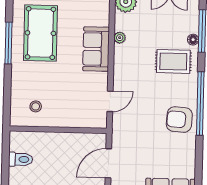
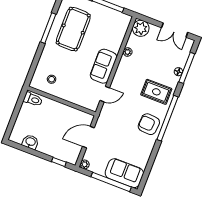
sofa: (96, 49) -> (104, 66), moved
rug: (173, 61) -> (156, 92), moved
toilet: (21, 159) -> (33, 99), moved

